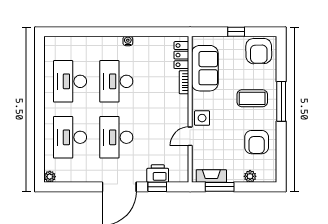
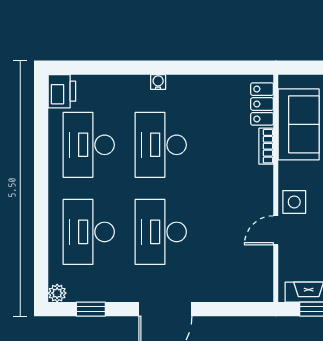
water cooler: (128, 41) -> (158, 82), moved
printer: (158, 174) -> (62, 91), moved, turned 90
window: (157, 187) -> (91, 309), moved

